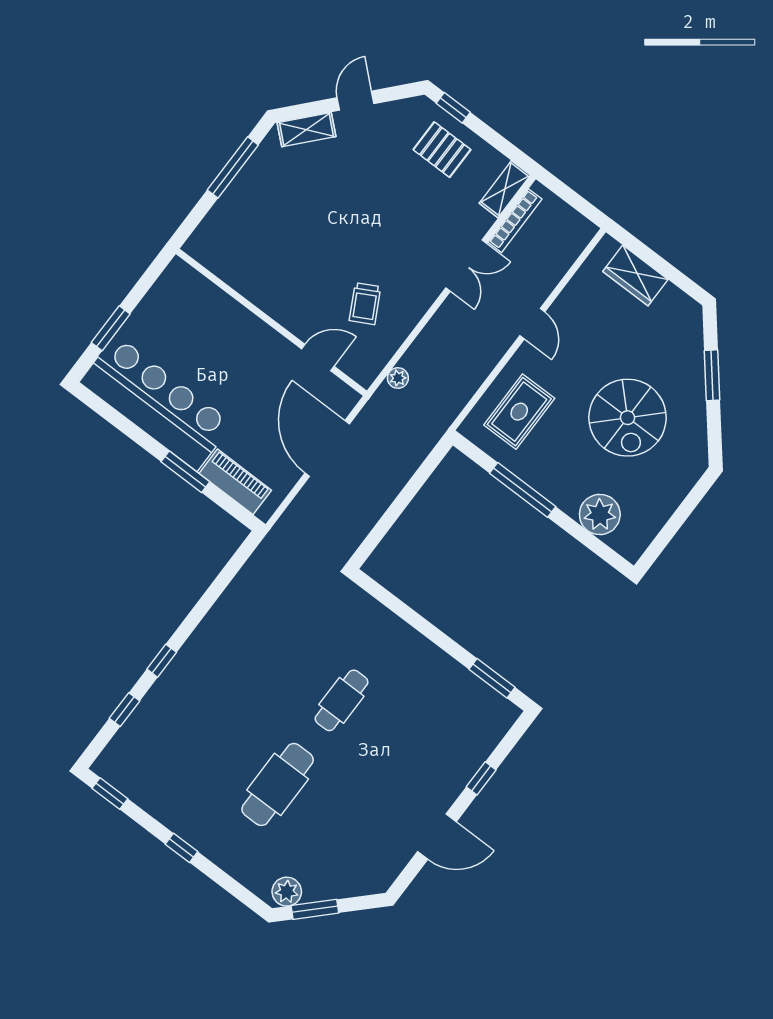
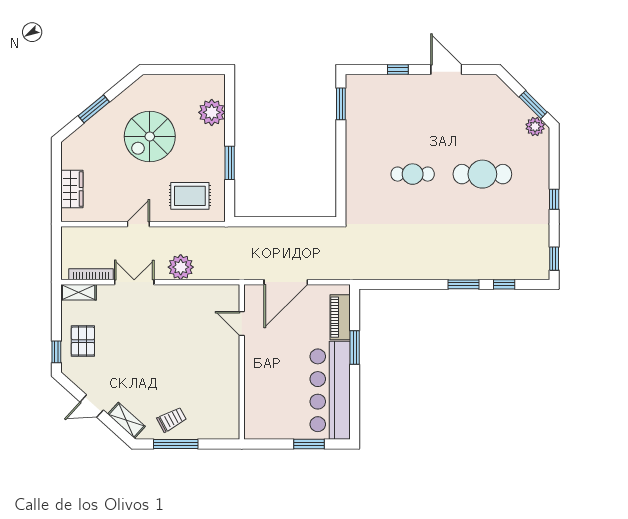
trolley: (365, 304) -> (172, 419), moved
plant: (398, 378) -> (181, 267), moved, width x1.87, depth x1.87
spiral stairs: (628, 418) -> (150, 136), turned 180
window: (523, 490) -> (230, 163), width x0.69
window: (162, 661) -> (464, 284), width x1.50

